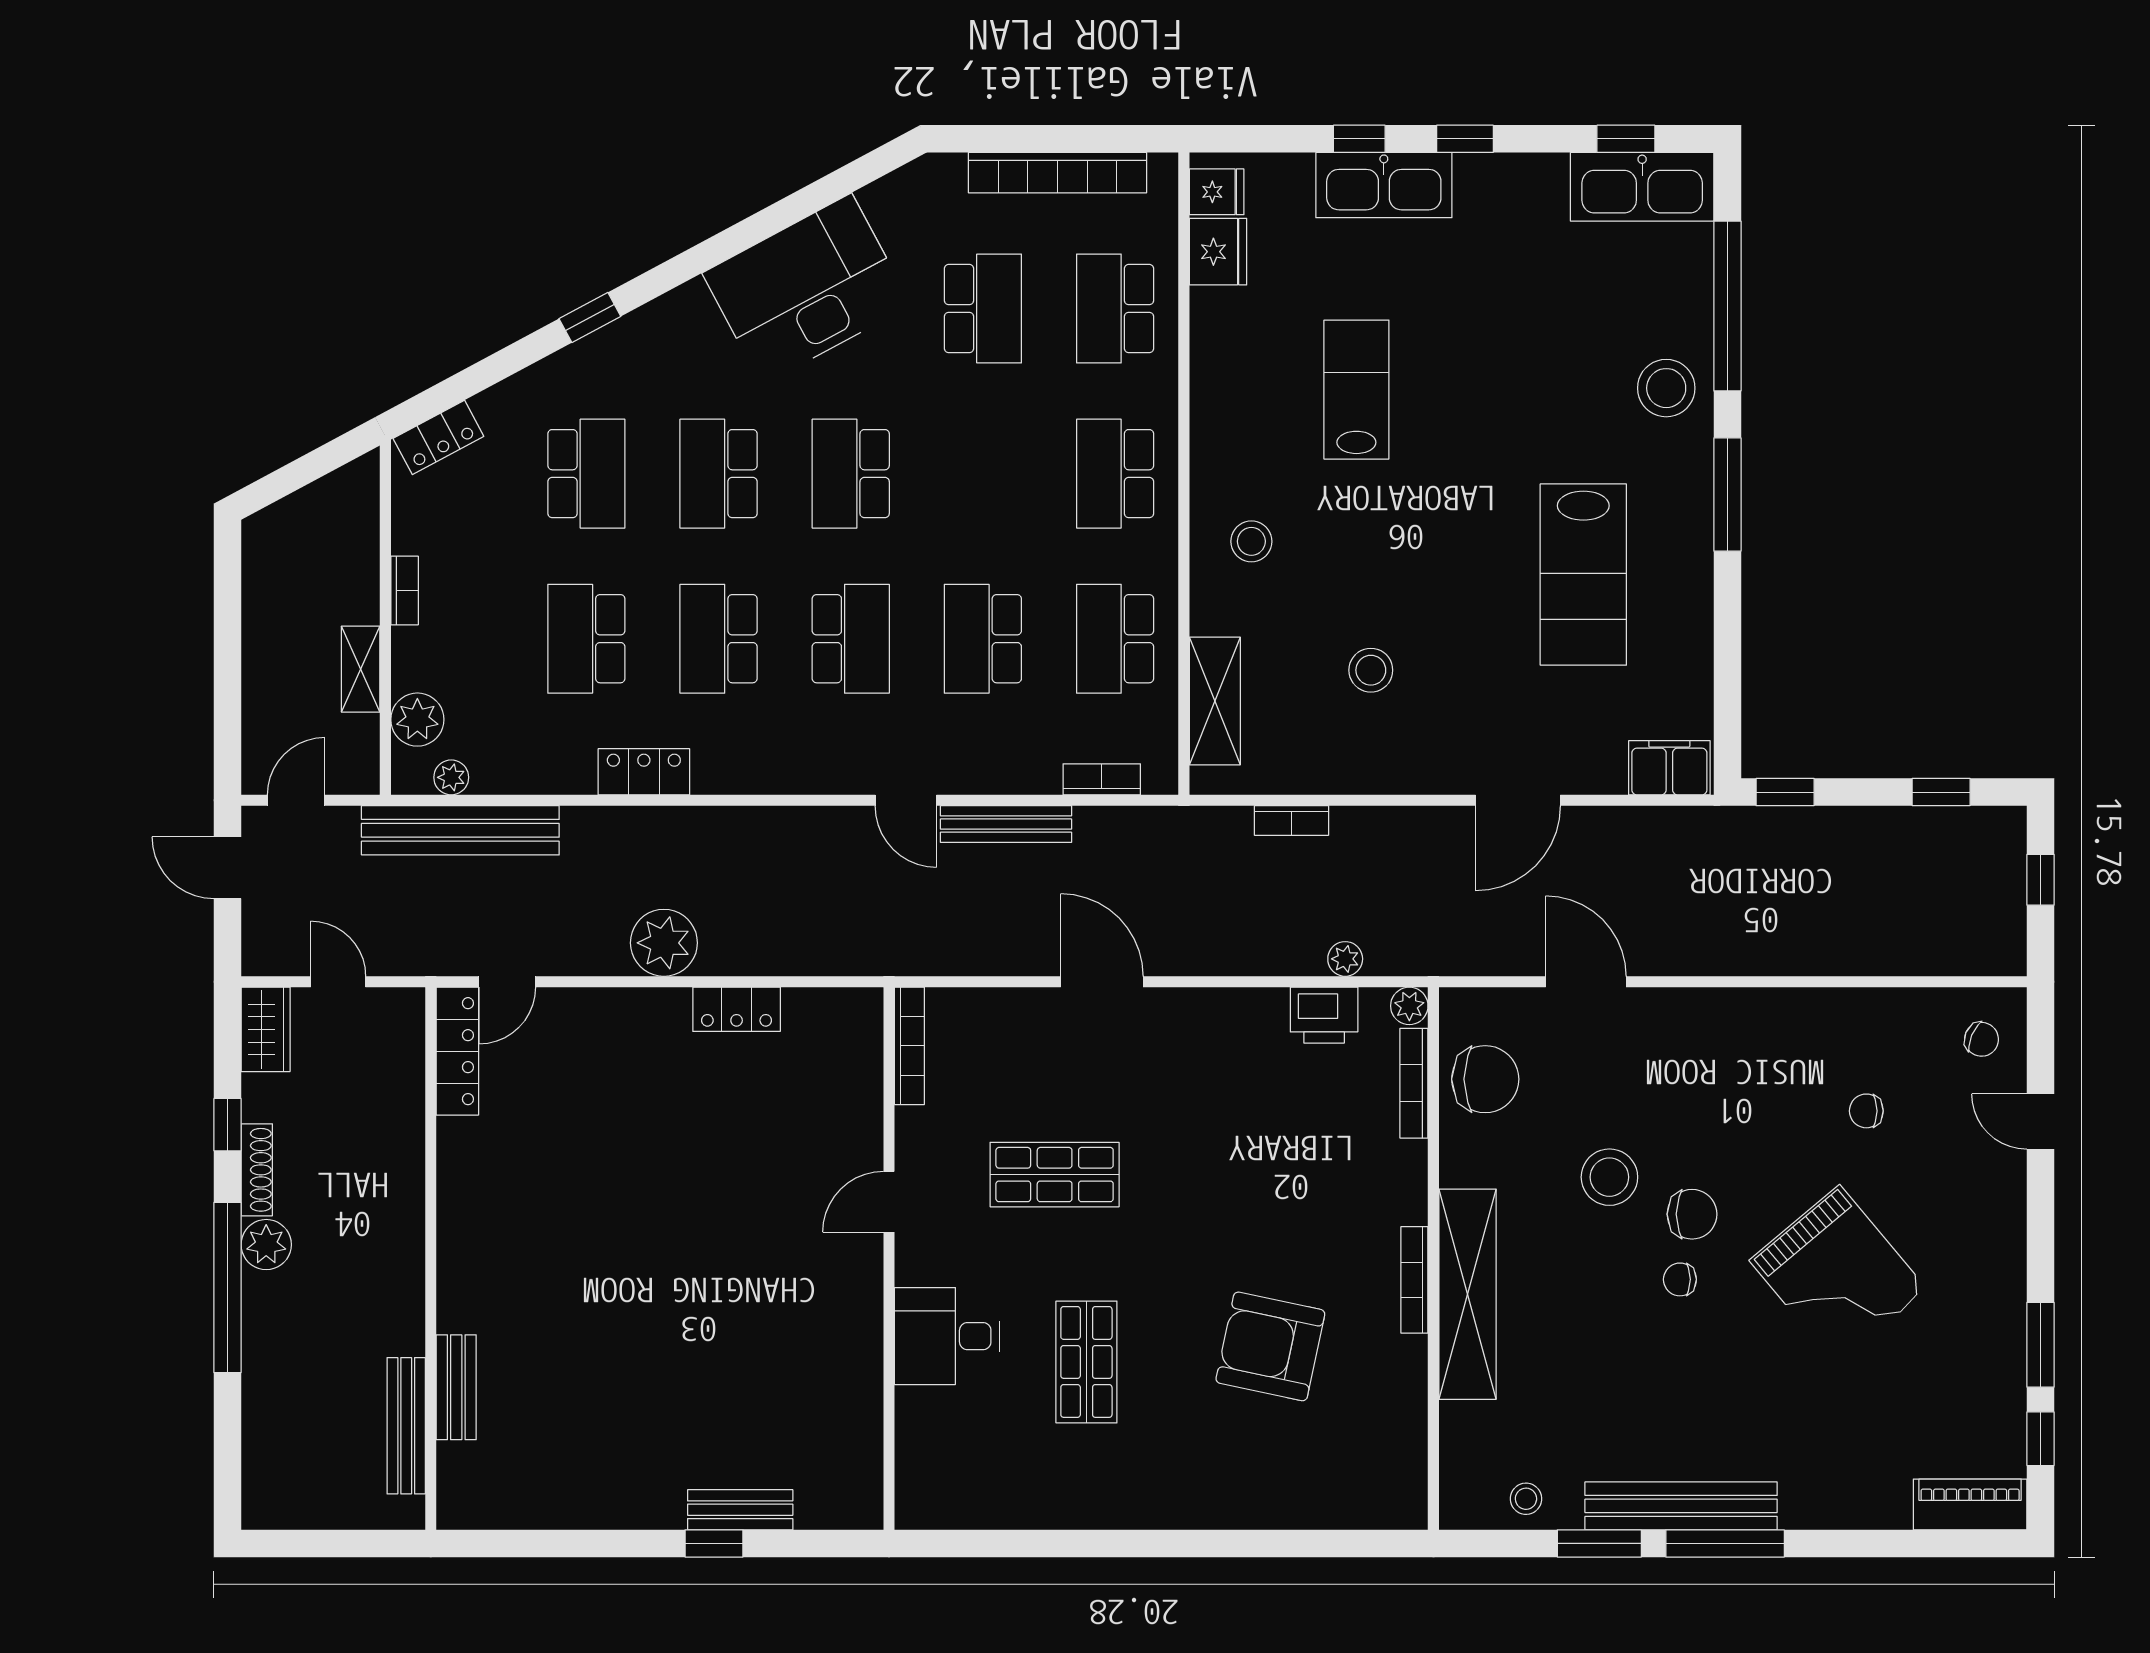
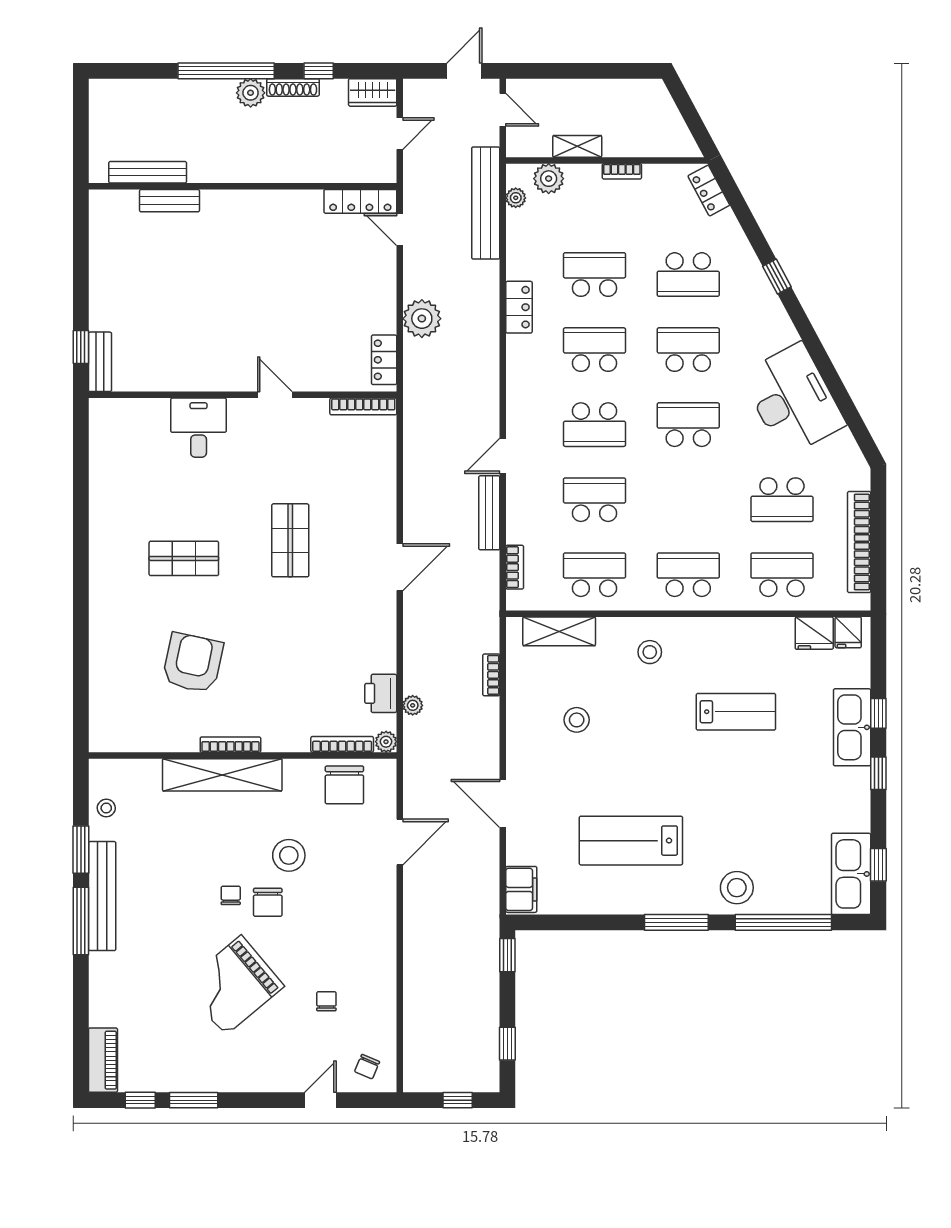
bookcase: (909, 1046) -> (363, 406), moved
door: (889, 1202) -> (275, 395), moved
wall: (889, 1259) -> (243, 395), moved
desk: (947, 1336) -> (199, 428), moved

